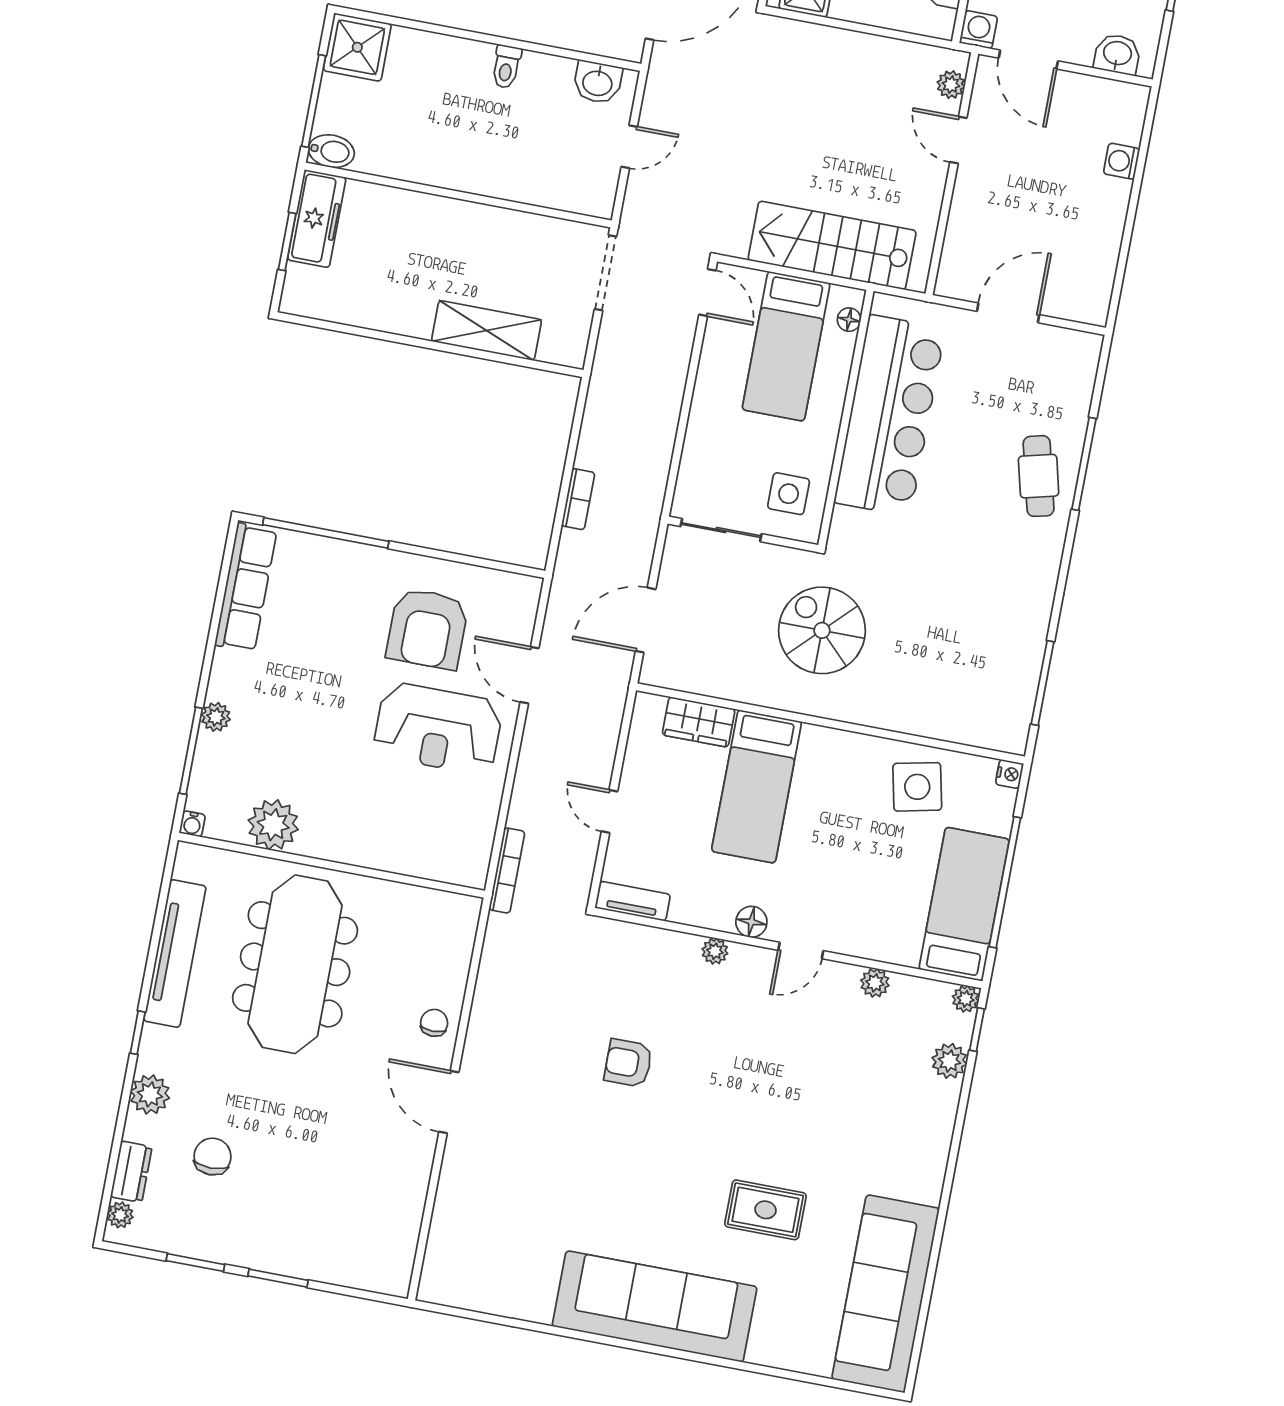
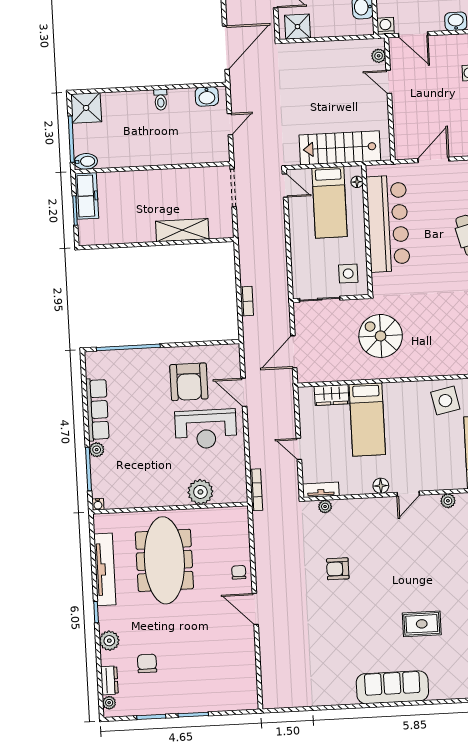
row of seats: (246, 587) -> (97, 410), moved
plant: (273, 825) -> (200, 492), moved
plant: (715, 951) -> (325, 507), moved
sofa: (655, 1306) -> (392, 687), width x0.74, depth x0.79

